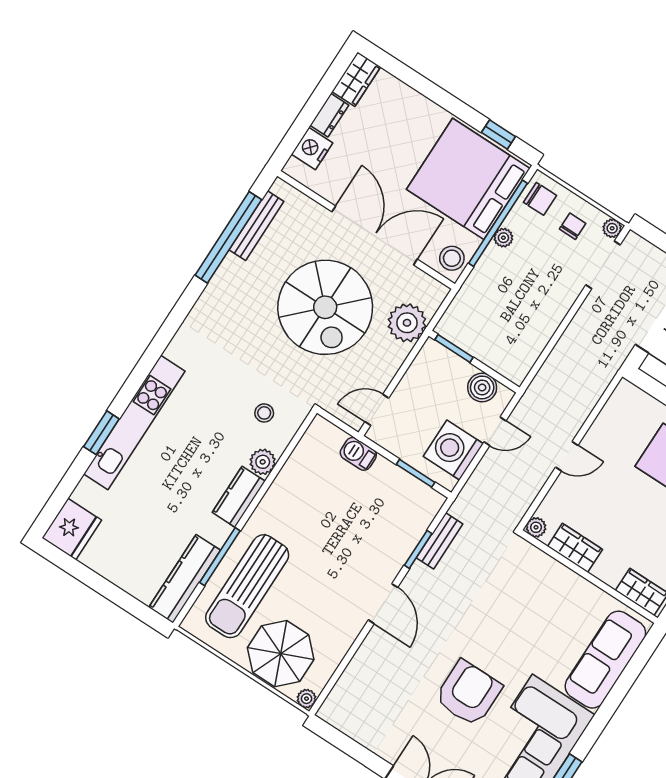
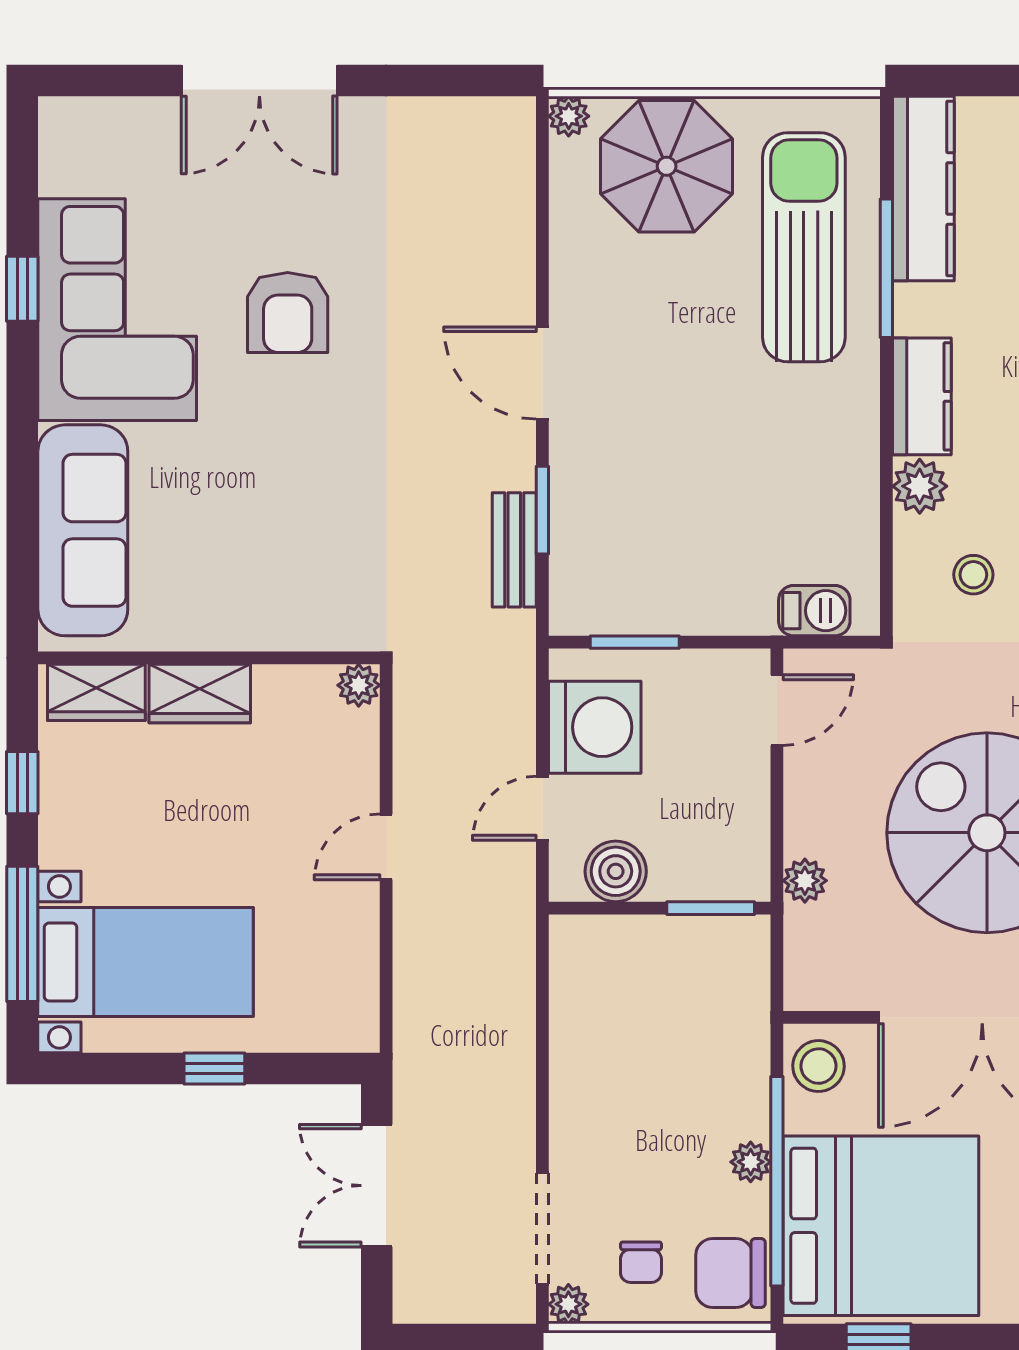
chair: (540, 199) -> (730, 1273), width x1.37, depth x1.37
plant: (407, 323) -> (805, 881), width x0.53, depth x0.53
barbecue: (358, 454) -> (814, 611), moved
wardrobe: (575, 548) -> (200, 694), moved
armchair: (468, 693) -> (288, 313), width x0.73, depth x0.73

